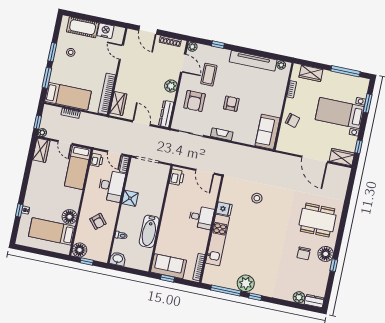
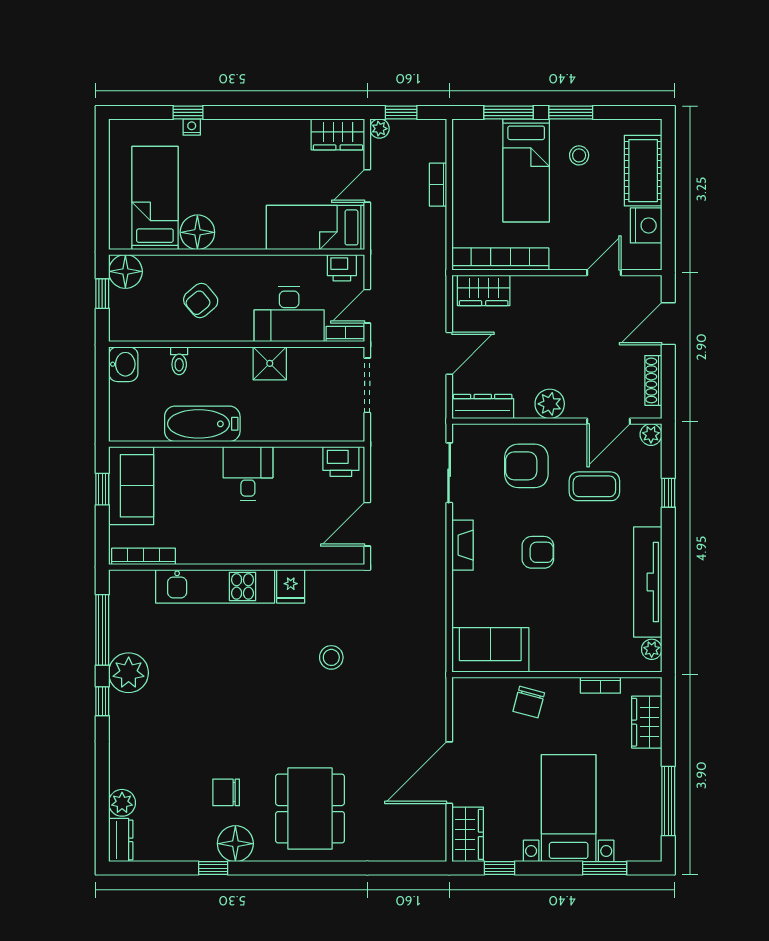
bed: (68, 96) -> (526, 170), moved
desk: (201, 217) -> (248, 474), moved, turned 180

